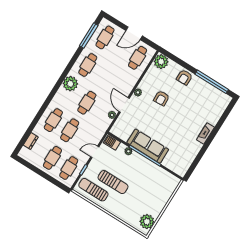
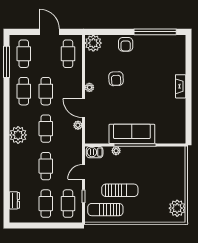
door: (134, 33) -> (50, 32), swing flipped
plant: (70, 84) -> (18, 135), moved
cafe table: (53, 120) -> (46, 91), moved

